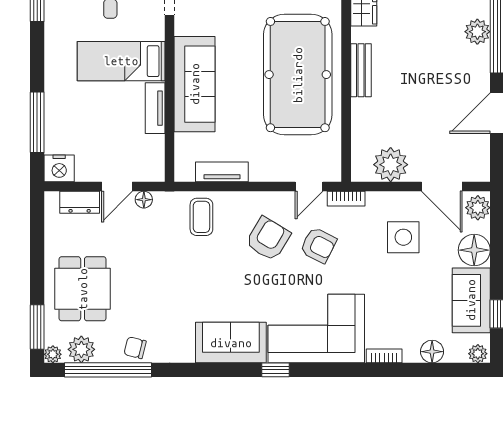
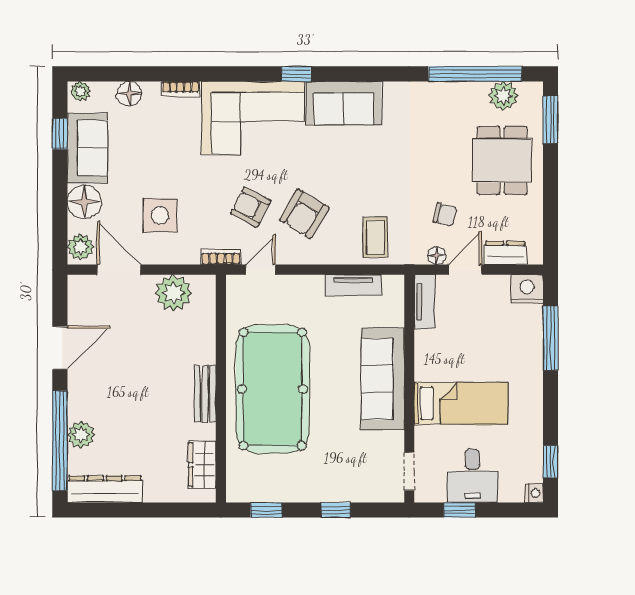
tv unit: (155, 108) -> (425, 302), moved
chair: (135, 348) -> (445, 215), moved
plant: (53, 354) -> (534, 91), removed

